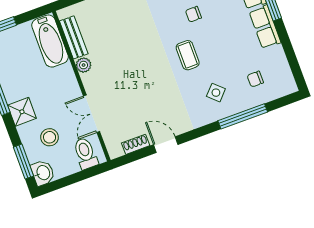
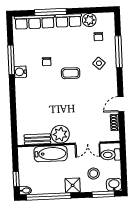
bathtub: (50, 41) -> (51, 154), moved
plant: (275, 58) -> (89, 20), added
plant: (84, 65) -> (60, 134), width x1.88, depth x1.88

